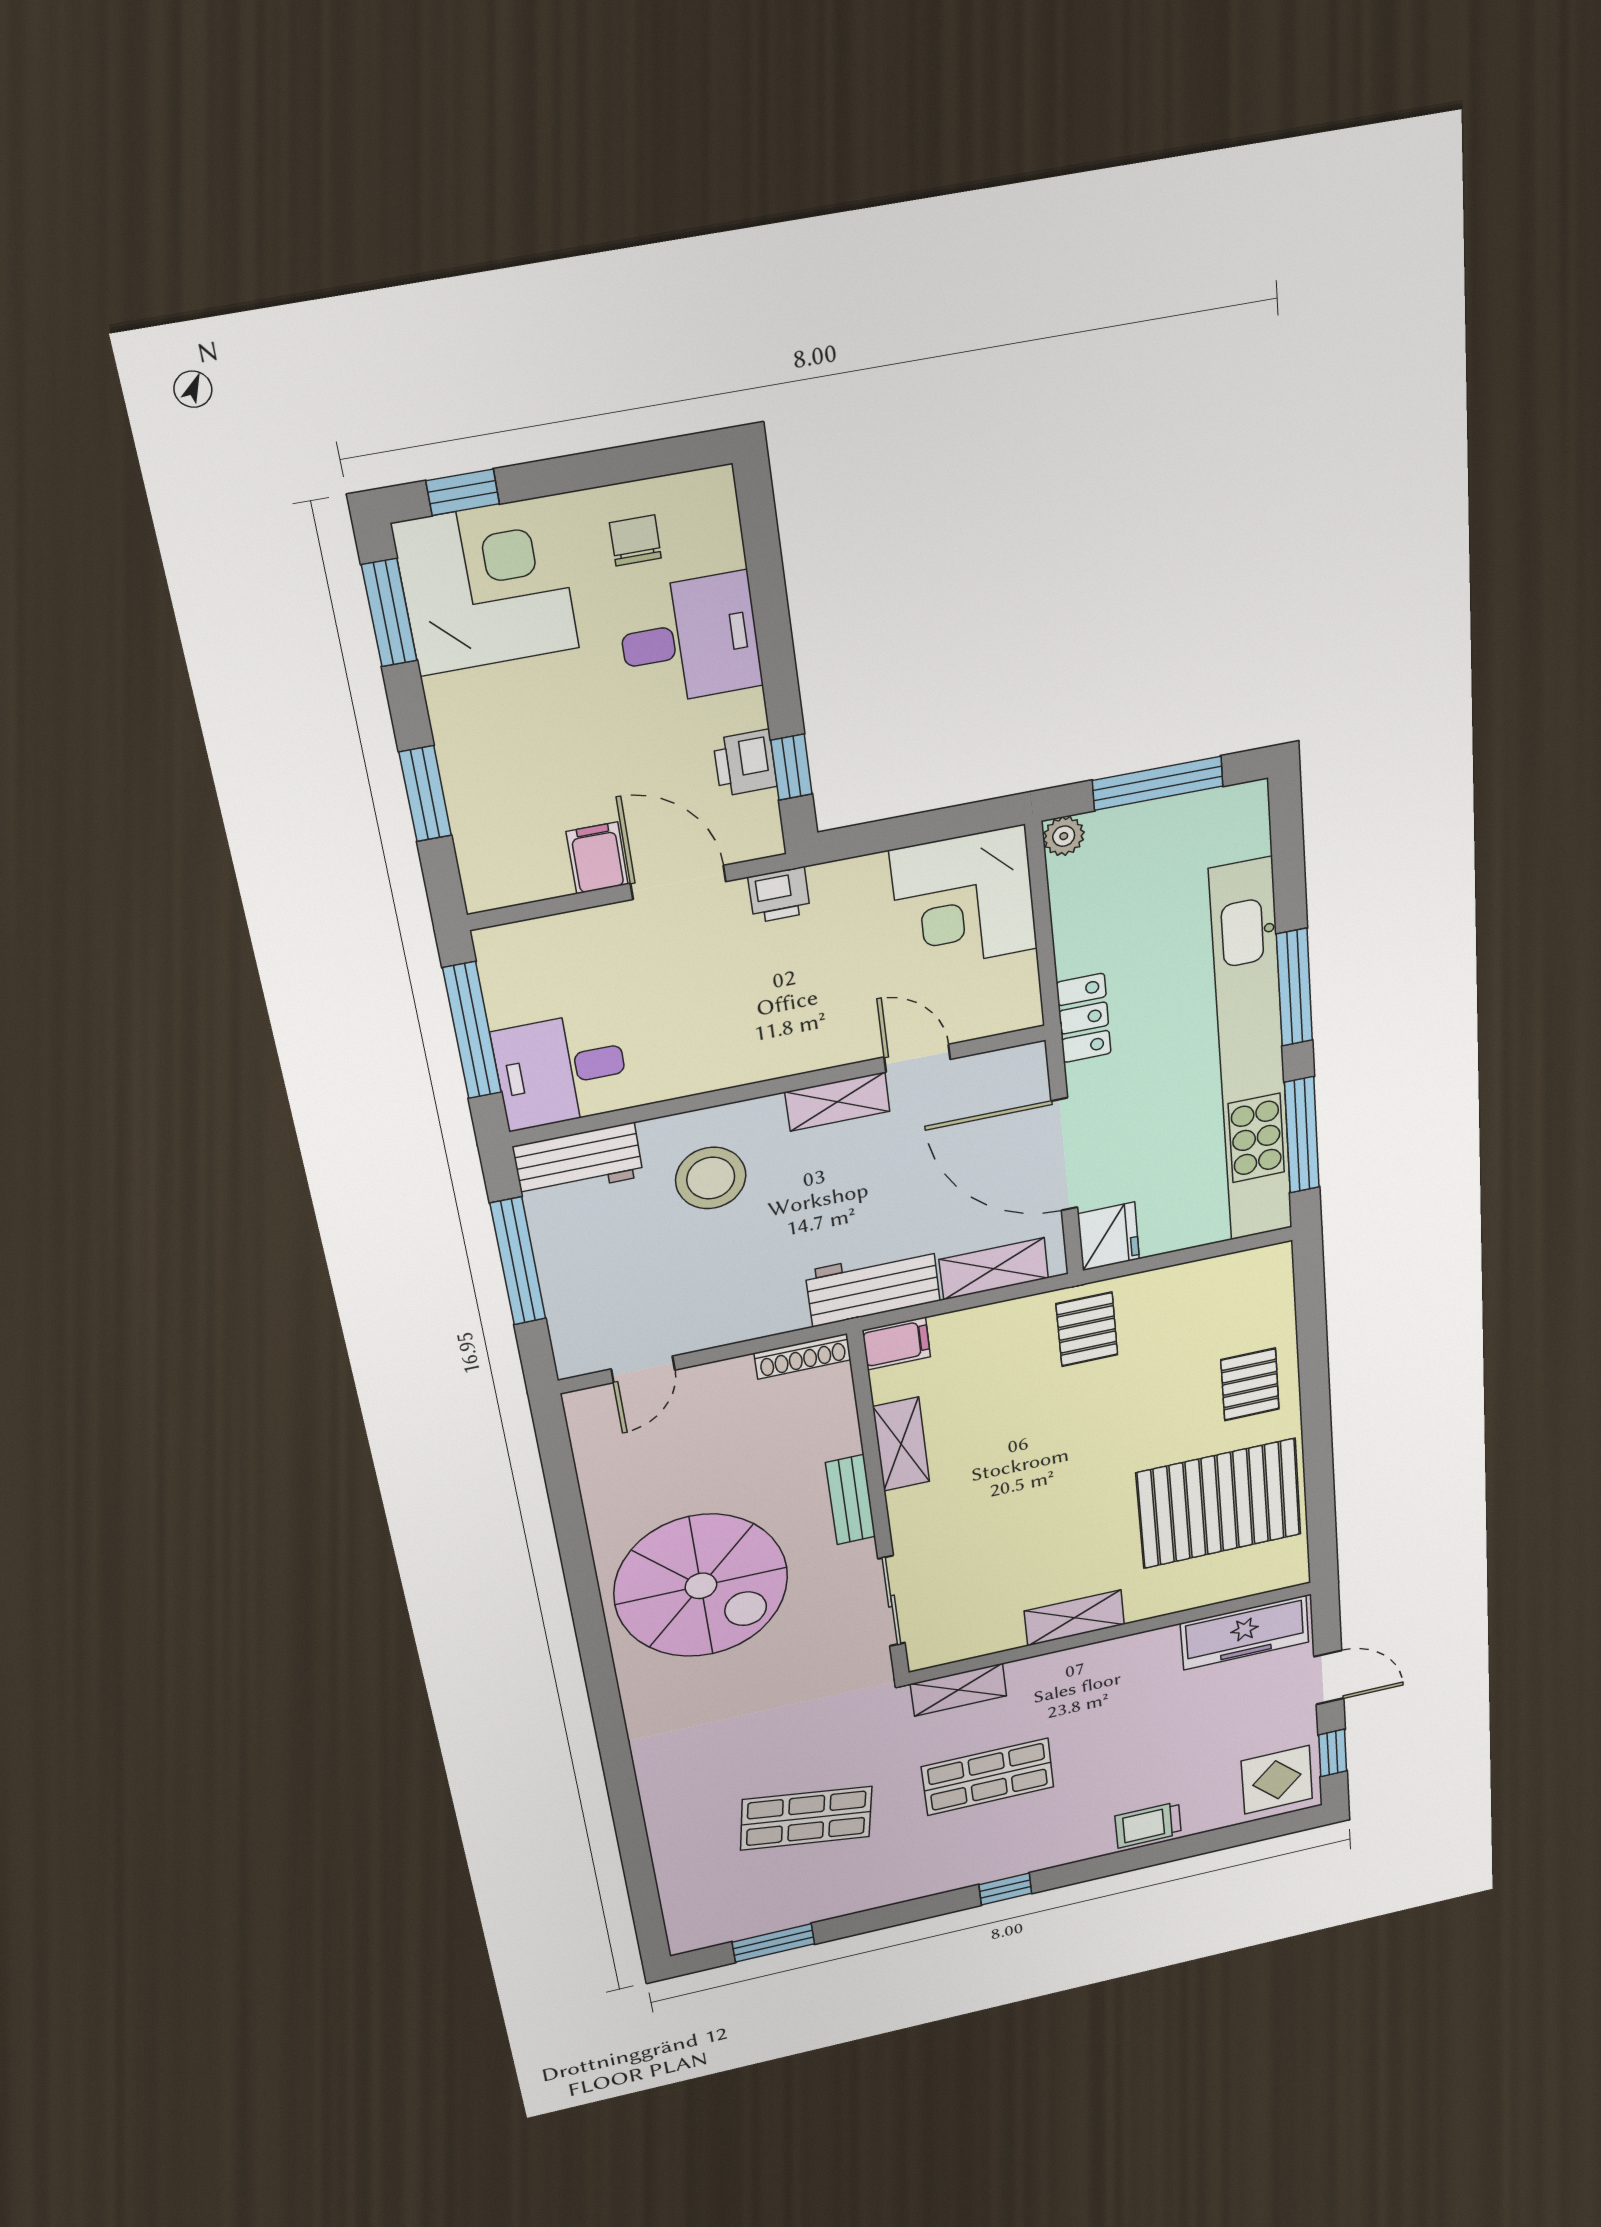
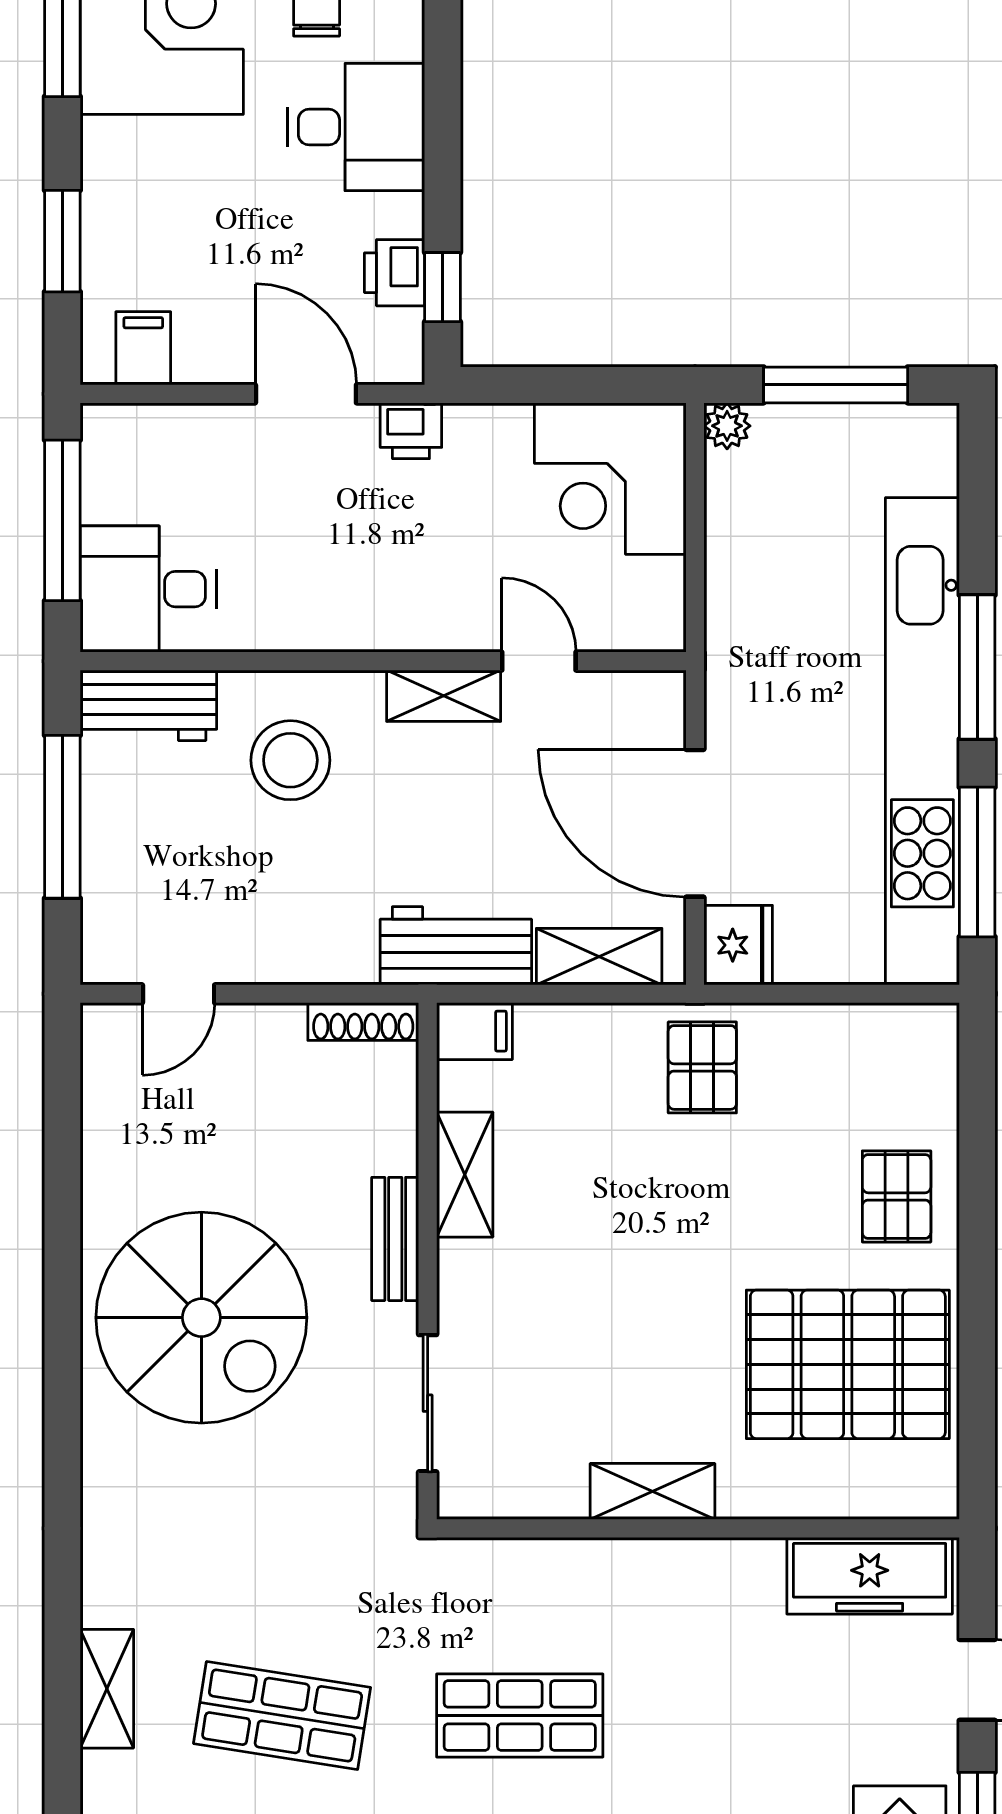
filing cabinet: (597, 858) -> (143, 348), moved
locker: (1084, 1018) -> (731, 652), removed
shelving: (958, 1690) -> (107, 1689), moved, turned 90

